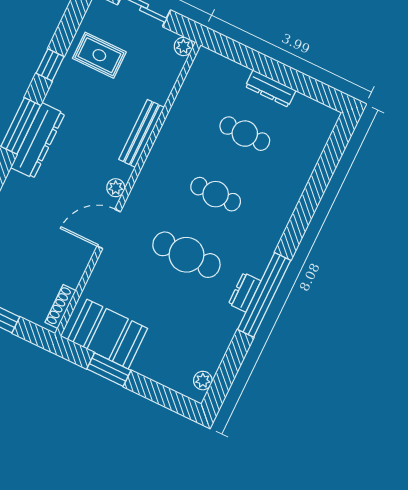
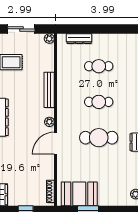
dresser: (271, 89) -> (79, 39), moved

